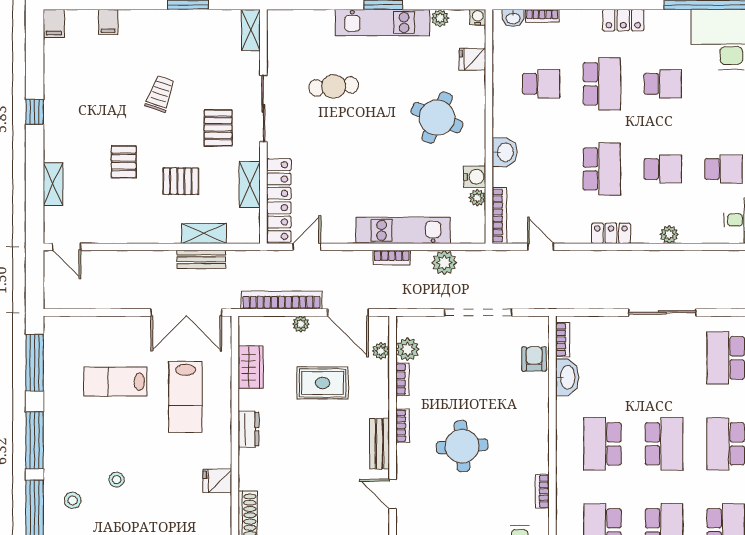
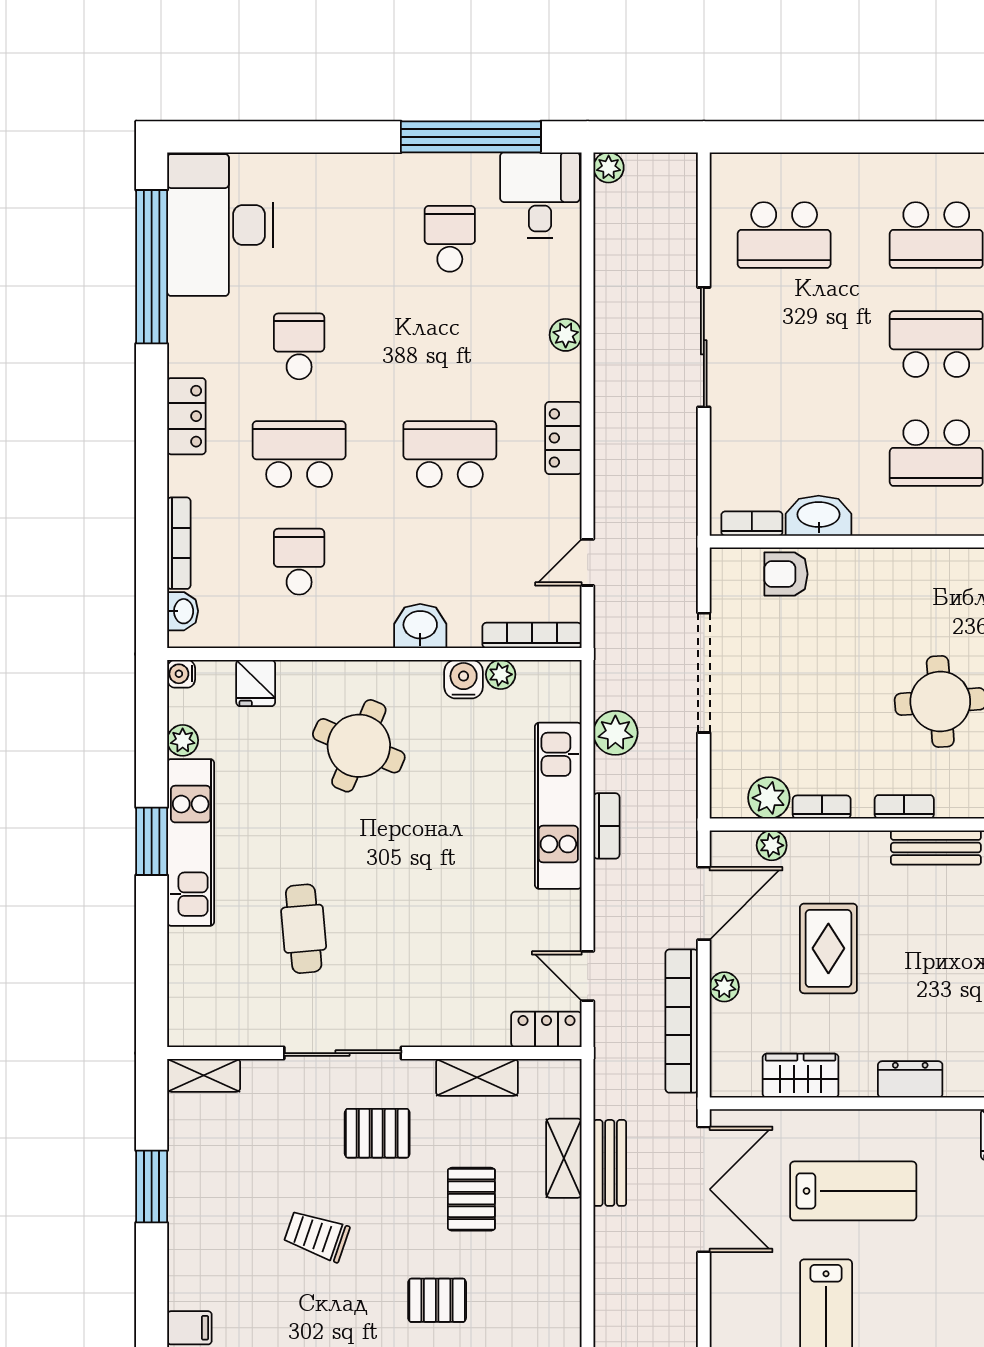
bookcase: (542, 16) -> (179, 543), width x1.56
school desk: (663, 169) -> (450, 346), removed
locker: (279, 201) -> (546, 1029), width x0.46, depth x0.83

